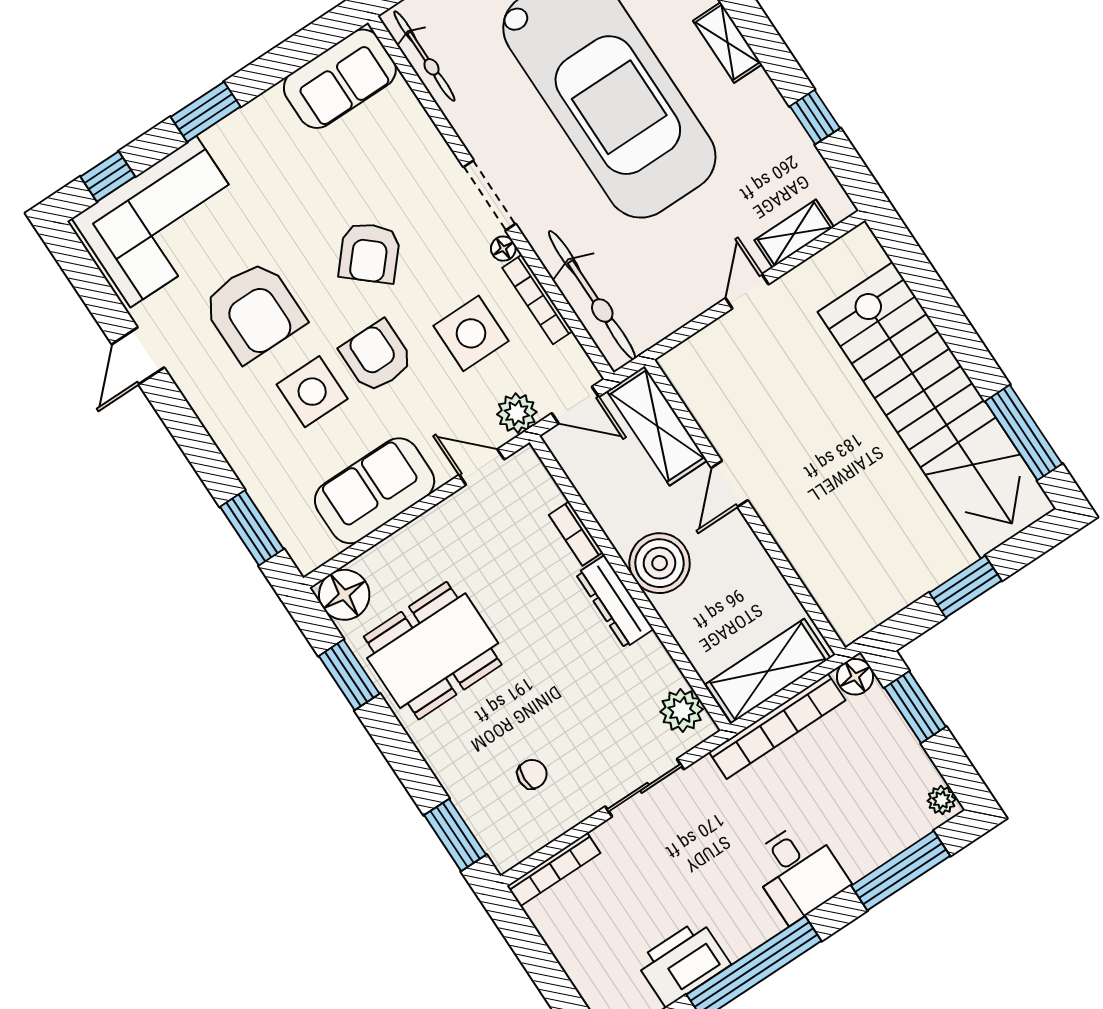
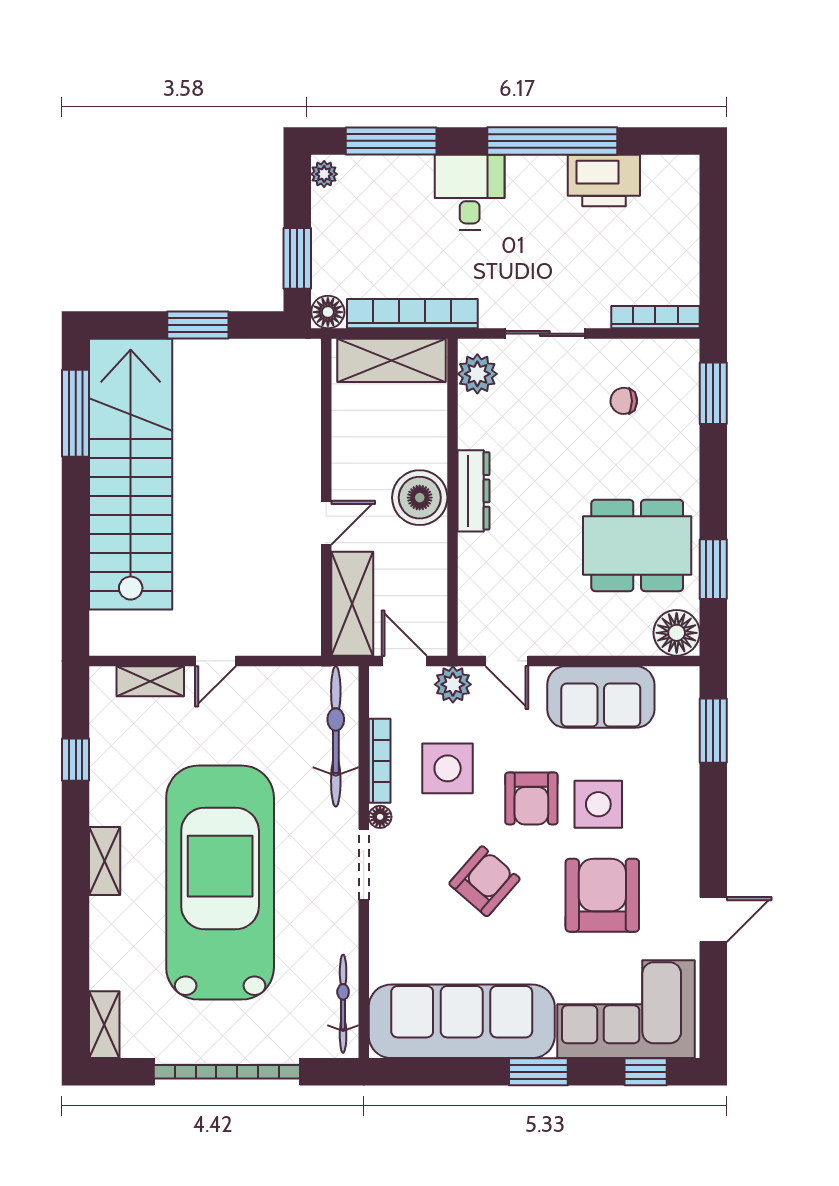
sofa: (340, 79) -> (462, 1021), width x1.85, depth x1.27
bookcase: (576, 534) -> (469, 563), removed

